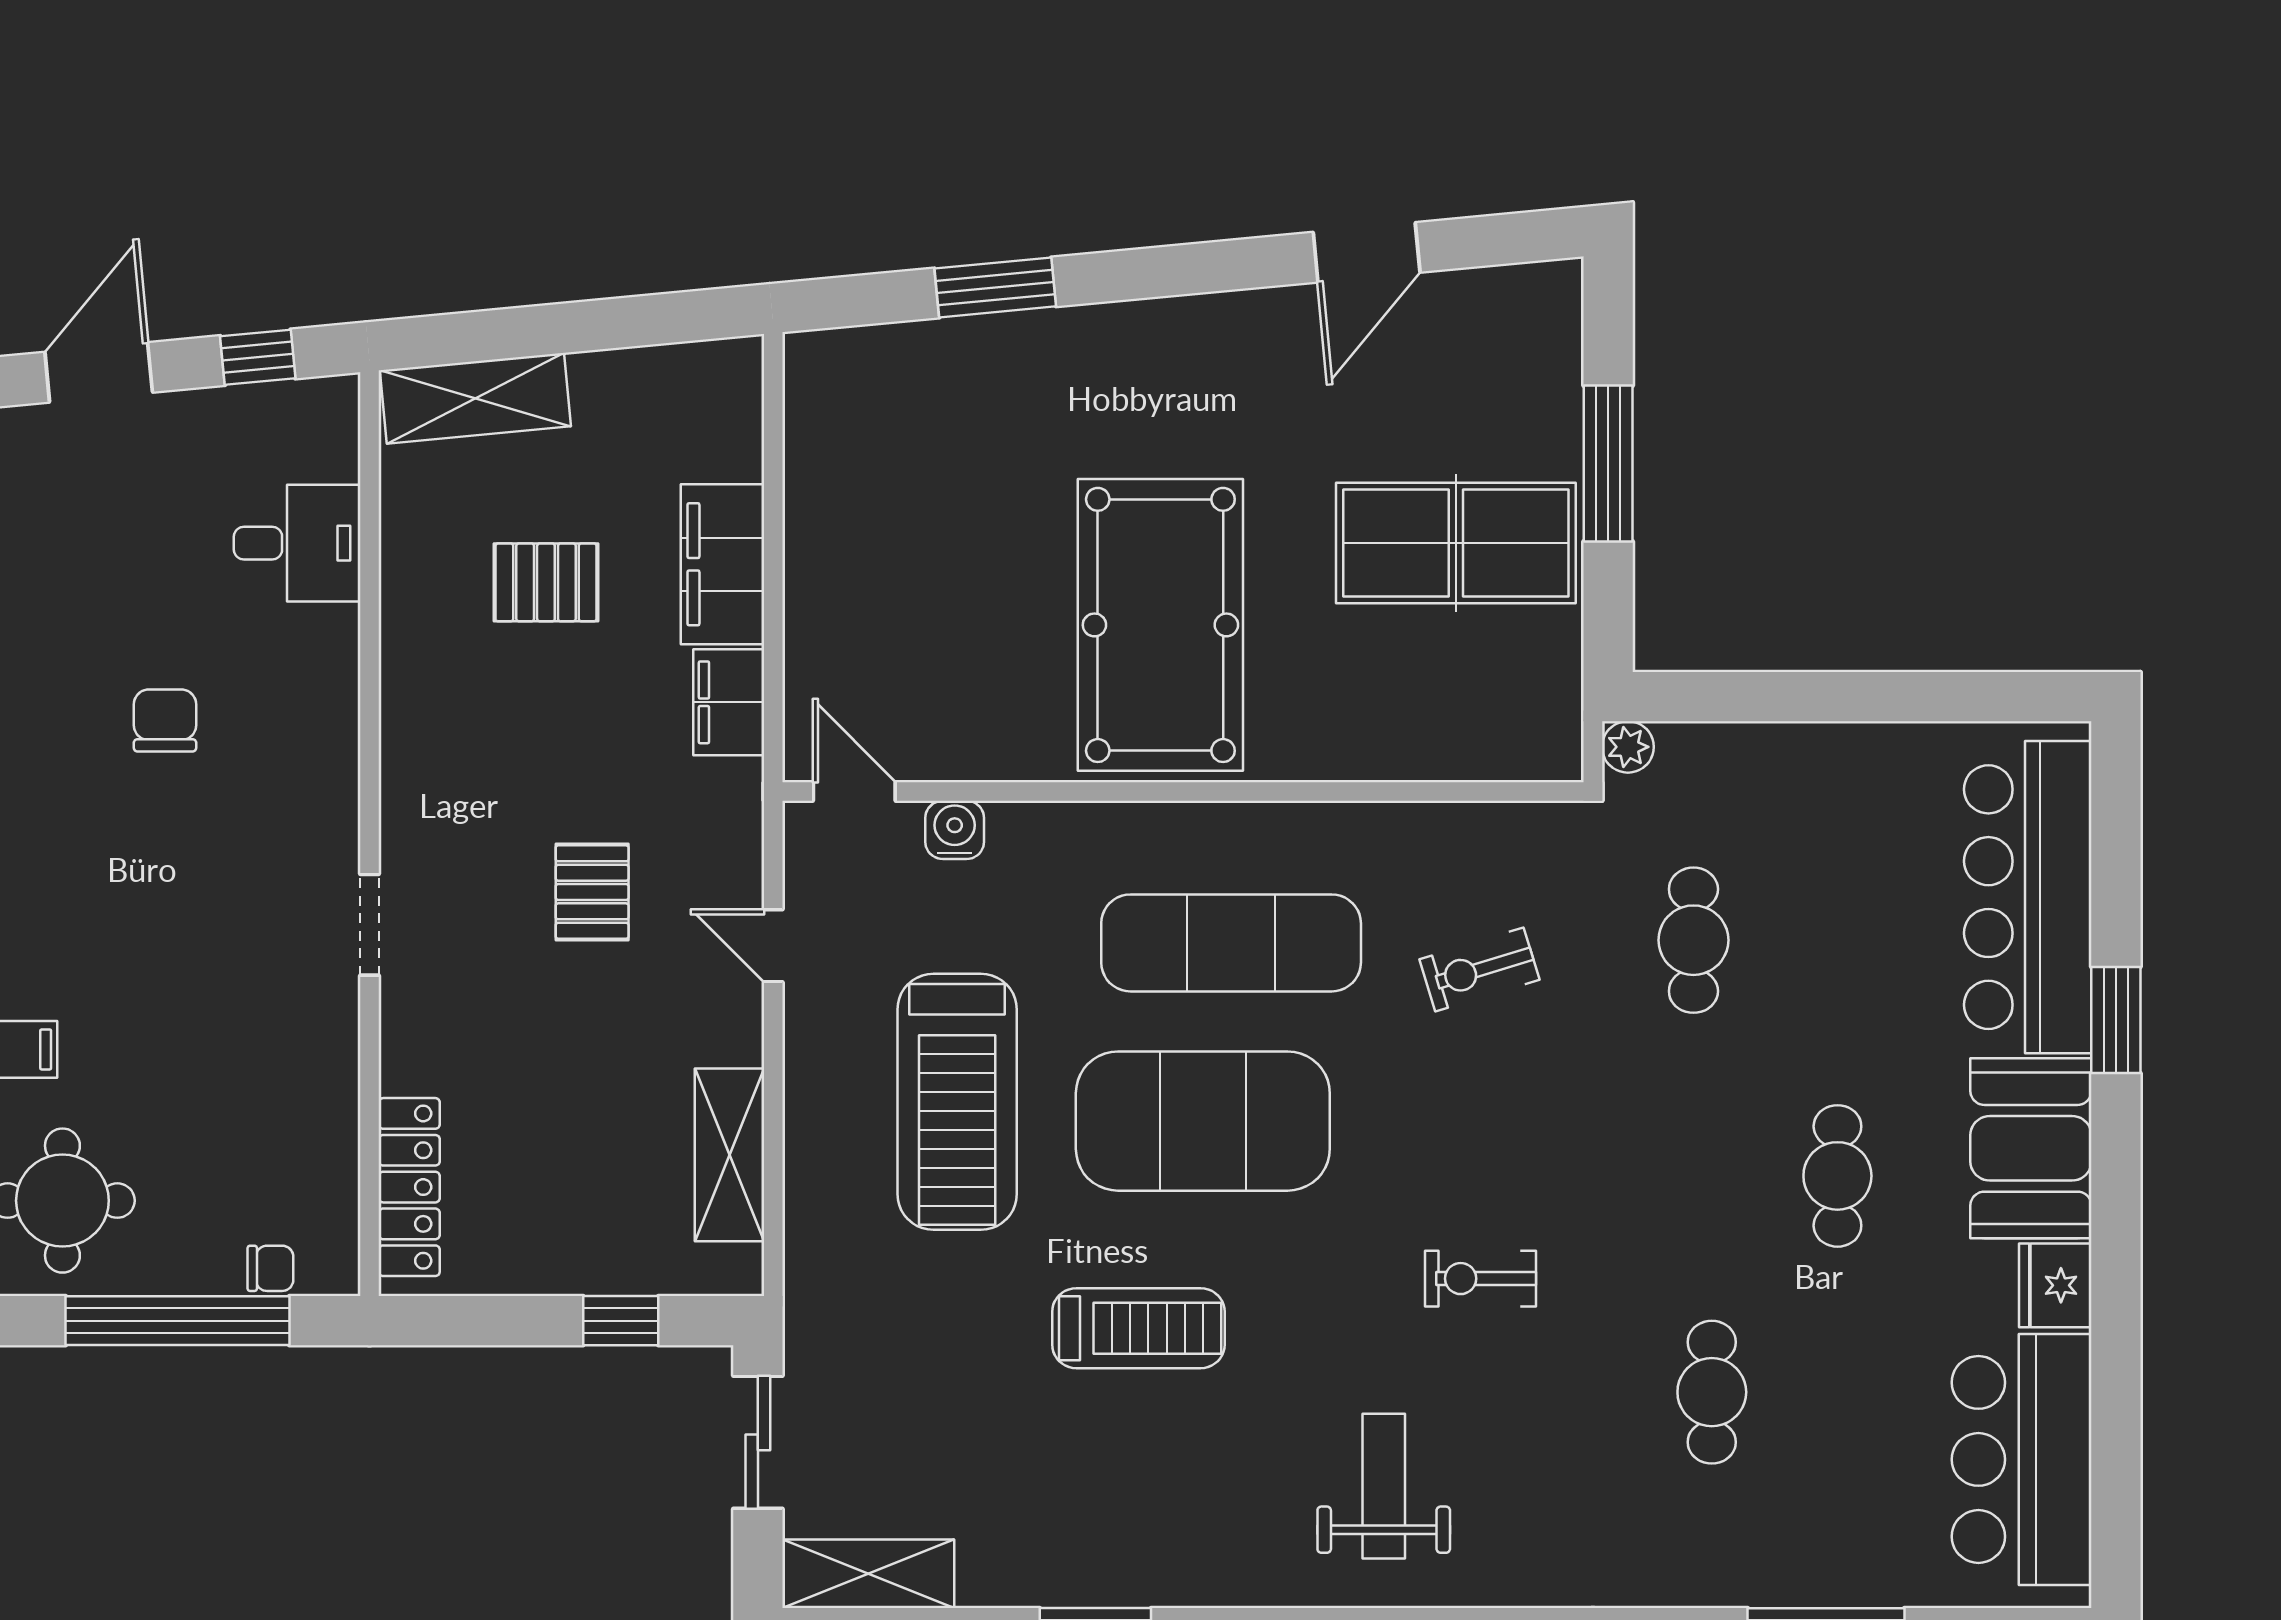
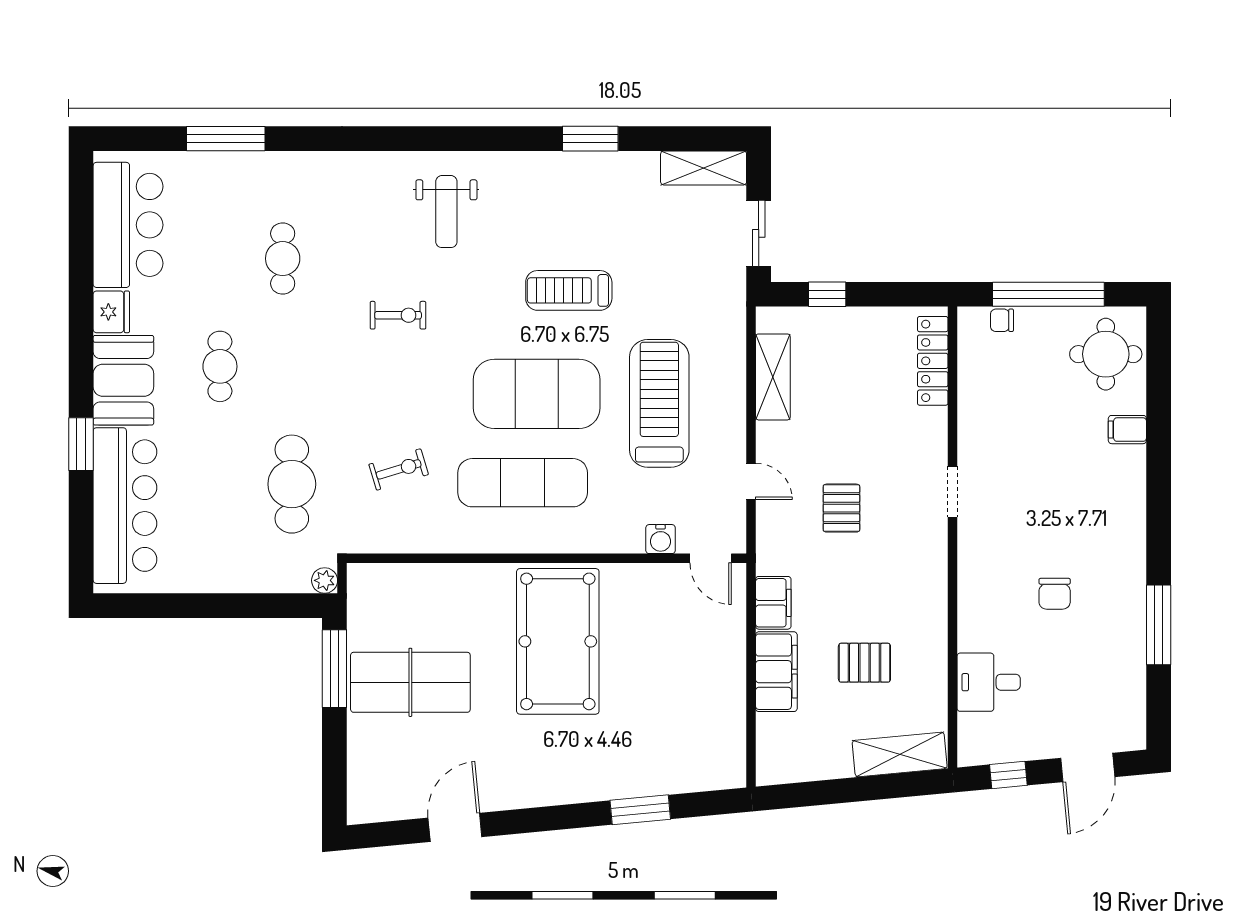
window: (1608, 463) -> (334, 669), moved
cafe table: (1693, 940) -> (292, 484), width x1.37, depth x1.35

